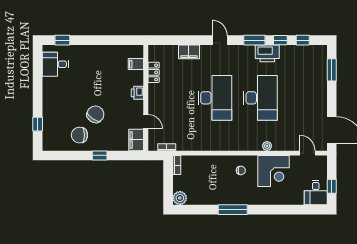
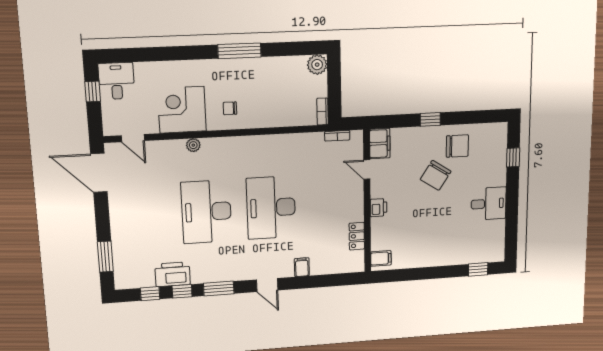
filing cabinet: (189, 52) -> (302, 267), width x0.50
printer: (267, 53) -> (173, 274), moved
desk: (55, 64) -> (489, 204), moved
filing cabinet: (136, 64) -> (381, 258), moved

